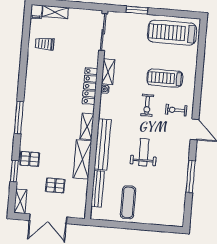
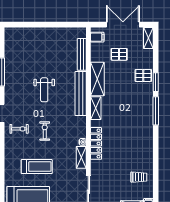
treadmill: (165, 78) -> (37, 167), moved
window: (14, 171) -> (156, 82), moved
exercise mat: (128, 202) -> (54, 45), removed
filing cabinet: (78, 207) -> (97, 37), added

